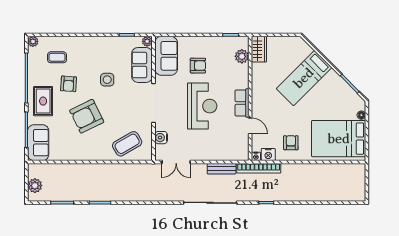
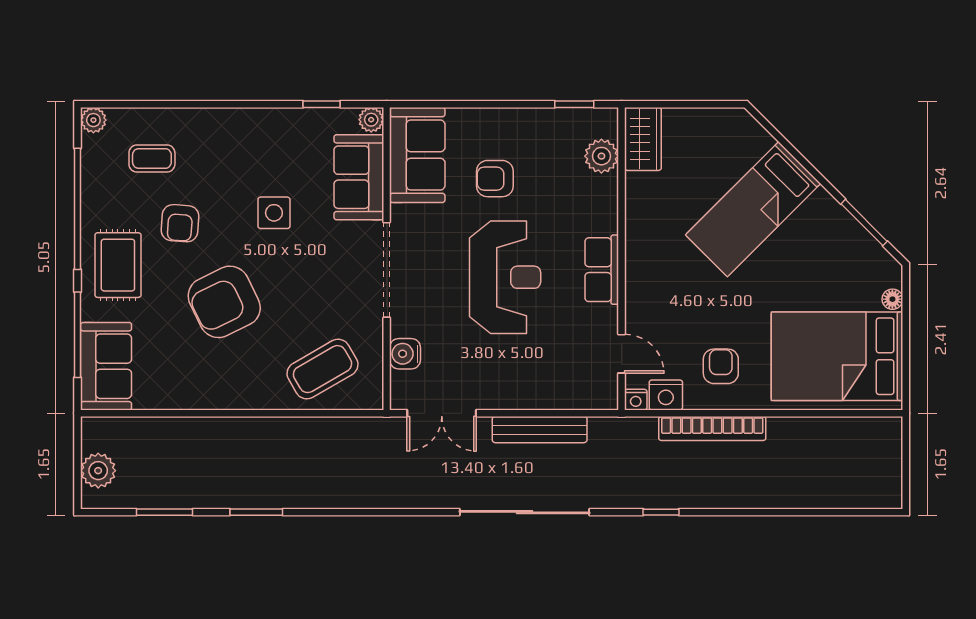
armchair: (198, 66) -> (495, 179), turned 180
door: (250, 126) -> (622, 354), moved
bookcase: (259, 168) -> (712, 428), moved
bench: (222, 169) -> (540, 430), width x1.36

